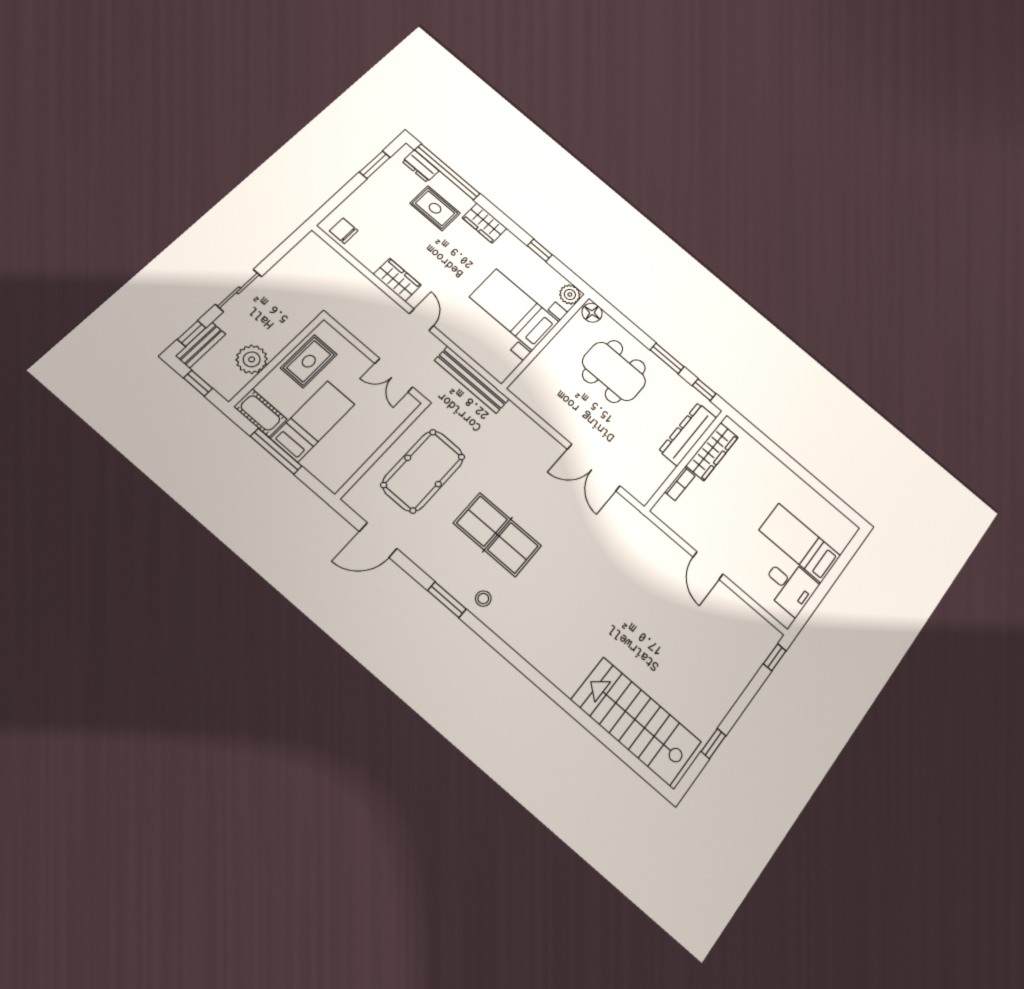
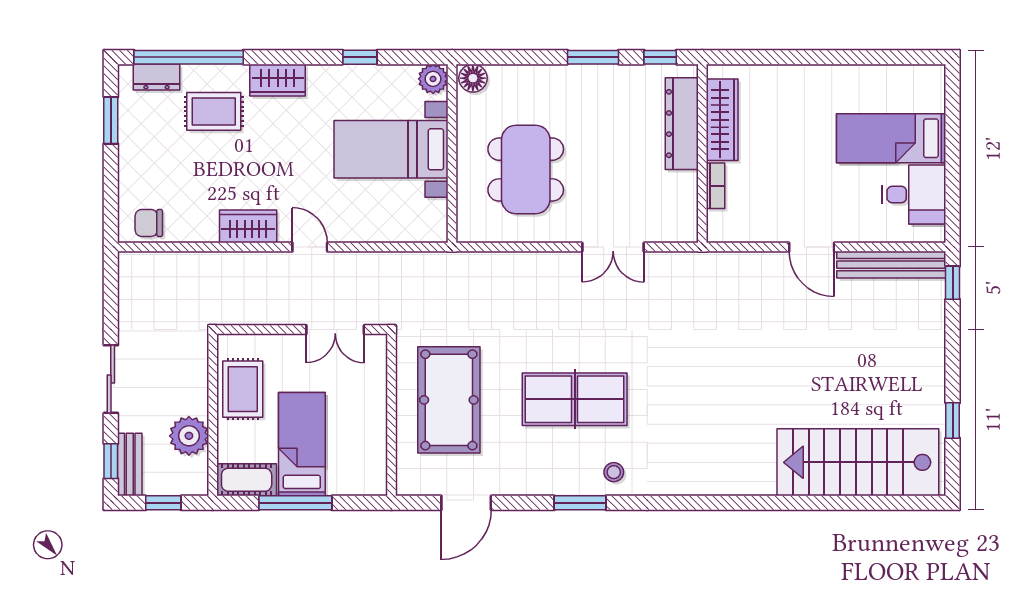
dining table: (614, 371) -> (526, 170), moved, turned 90
bench: (472, 380) -> (891, 265), moved
double door: (594, 467) -> (613, 247), width x0.73

